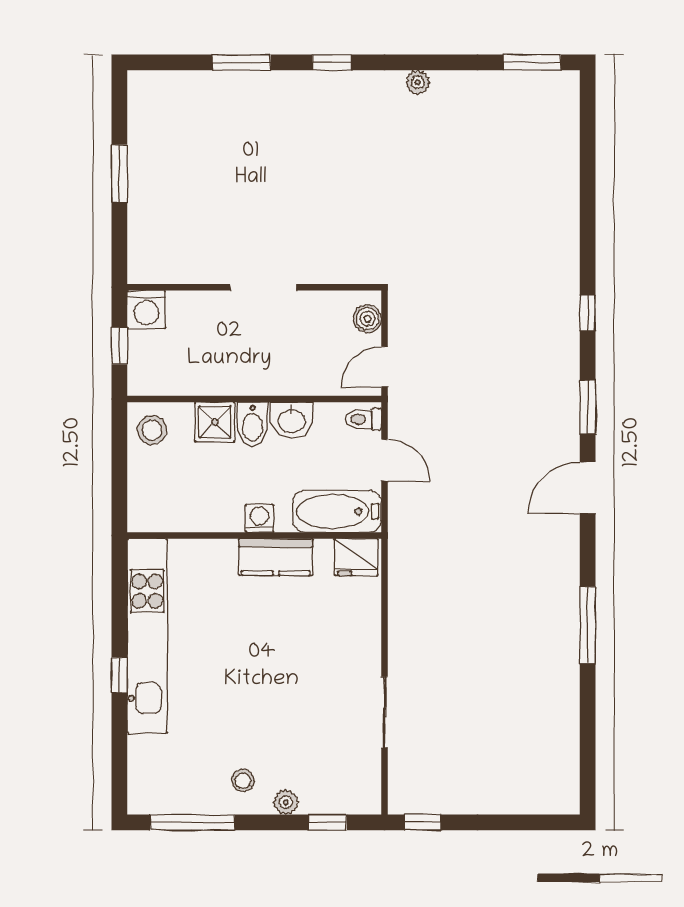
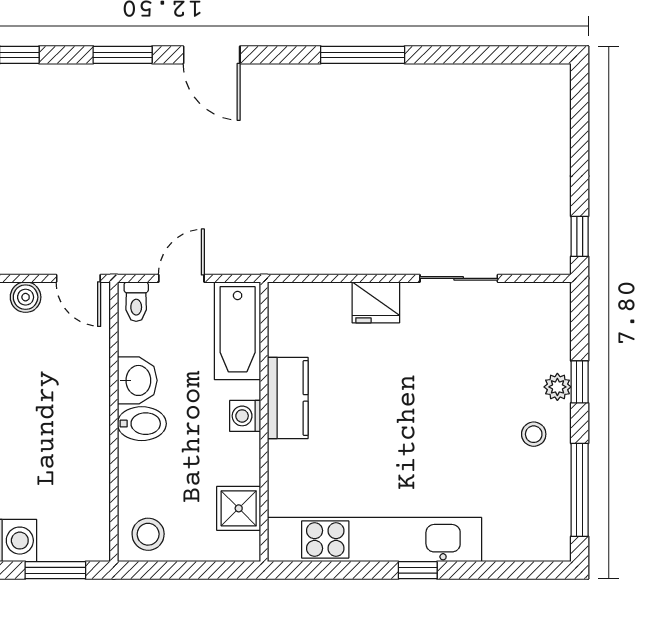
window: (119, 346) -> (55, 570), width x1.50
shower: (215, 422) -> (239, 508), moved
fridge: (356, 557) -> (376, 302), moved, turned 90
window: (327, 822) -> (580, 382), moved

